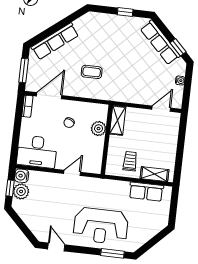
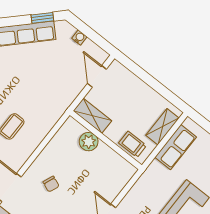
shelving: (118, 120) -> (92, 116), moved
plant: (99, 129) -> (89, 142), moved
wall: (107, 140) -> (106, 140), moved

